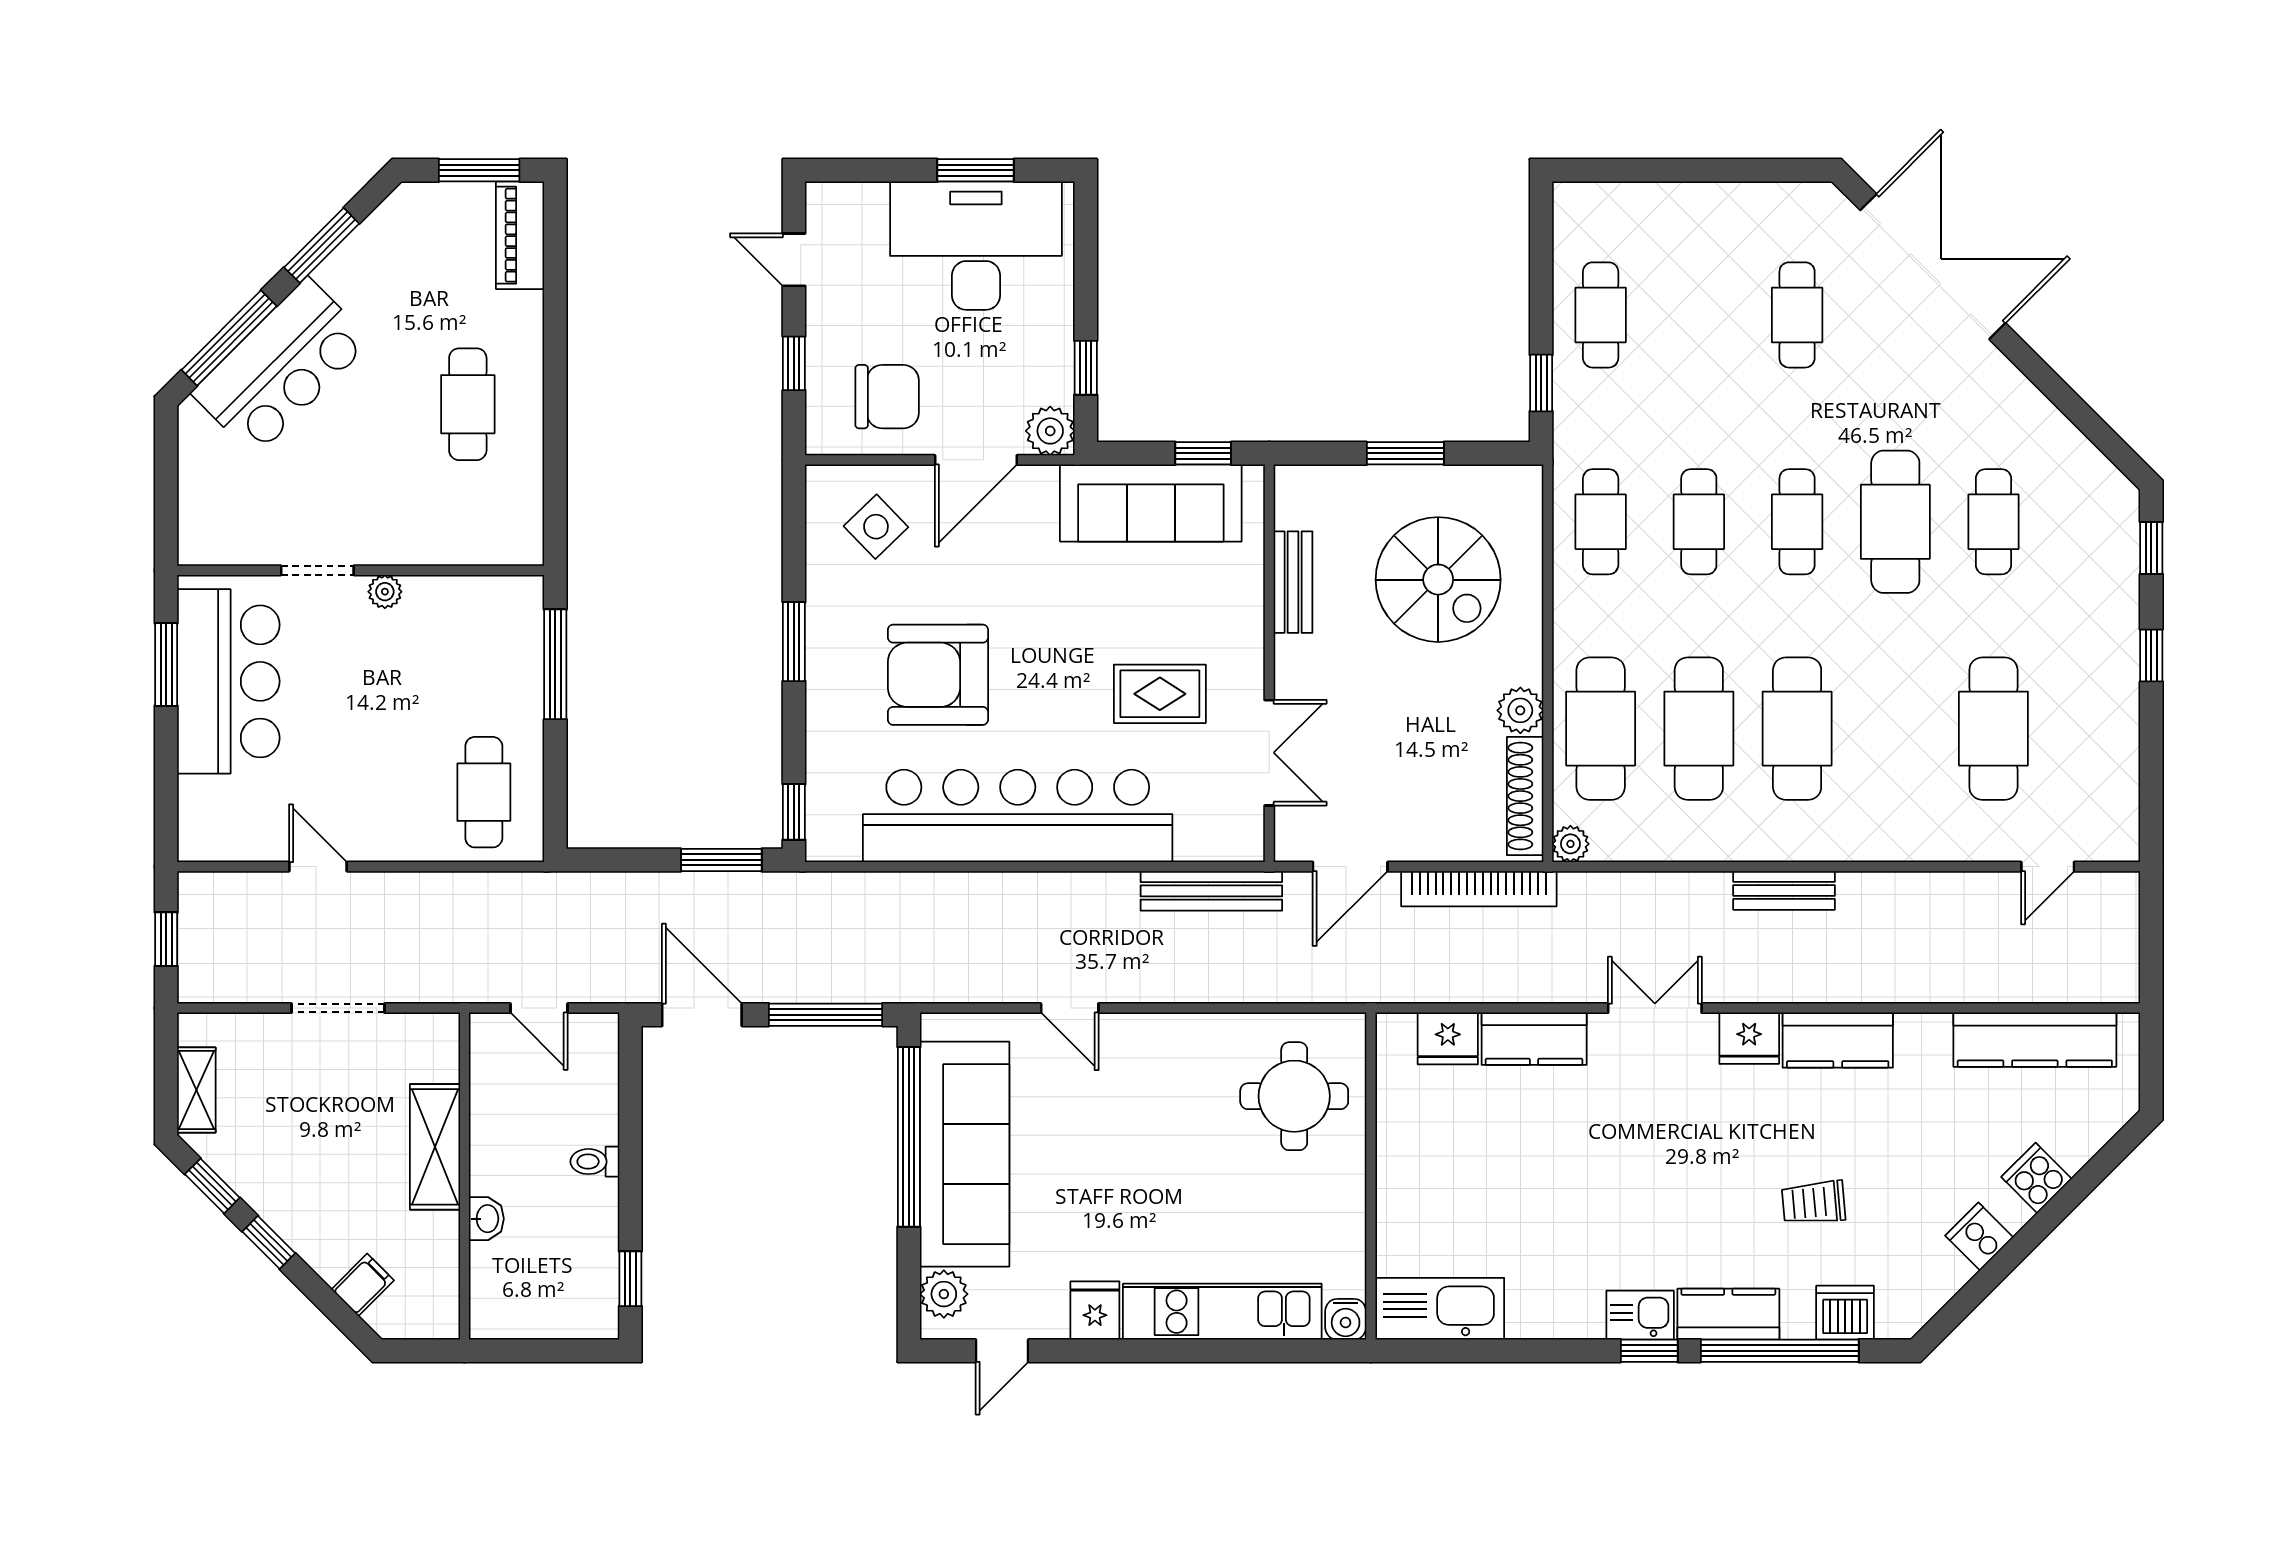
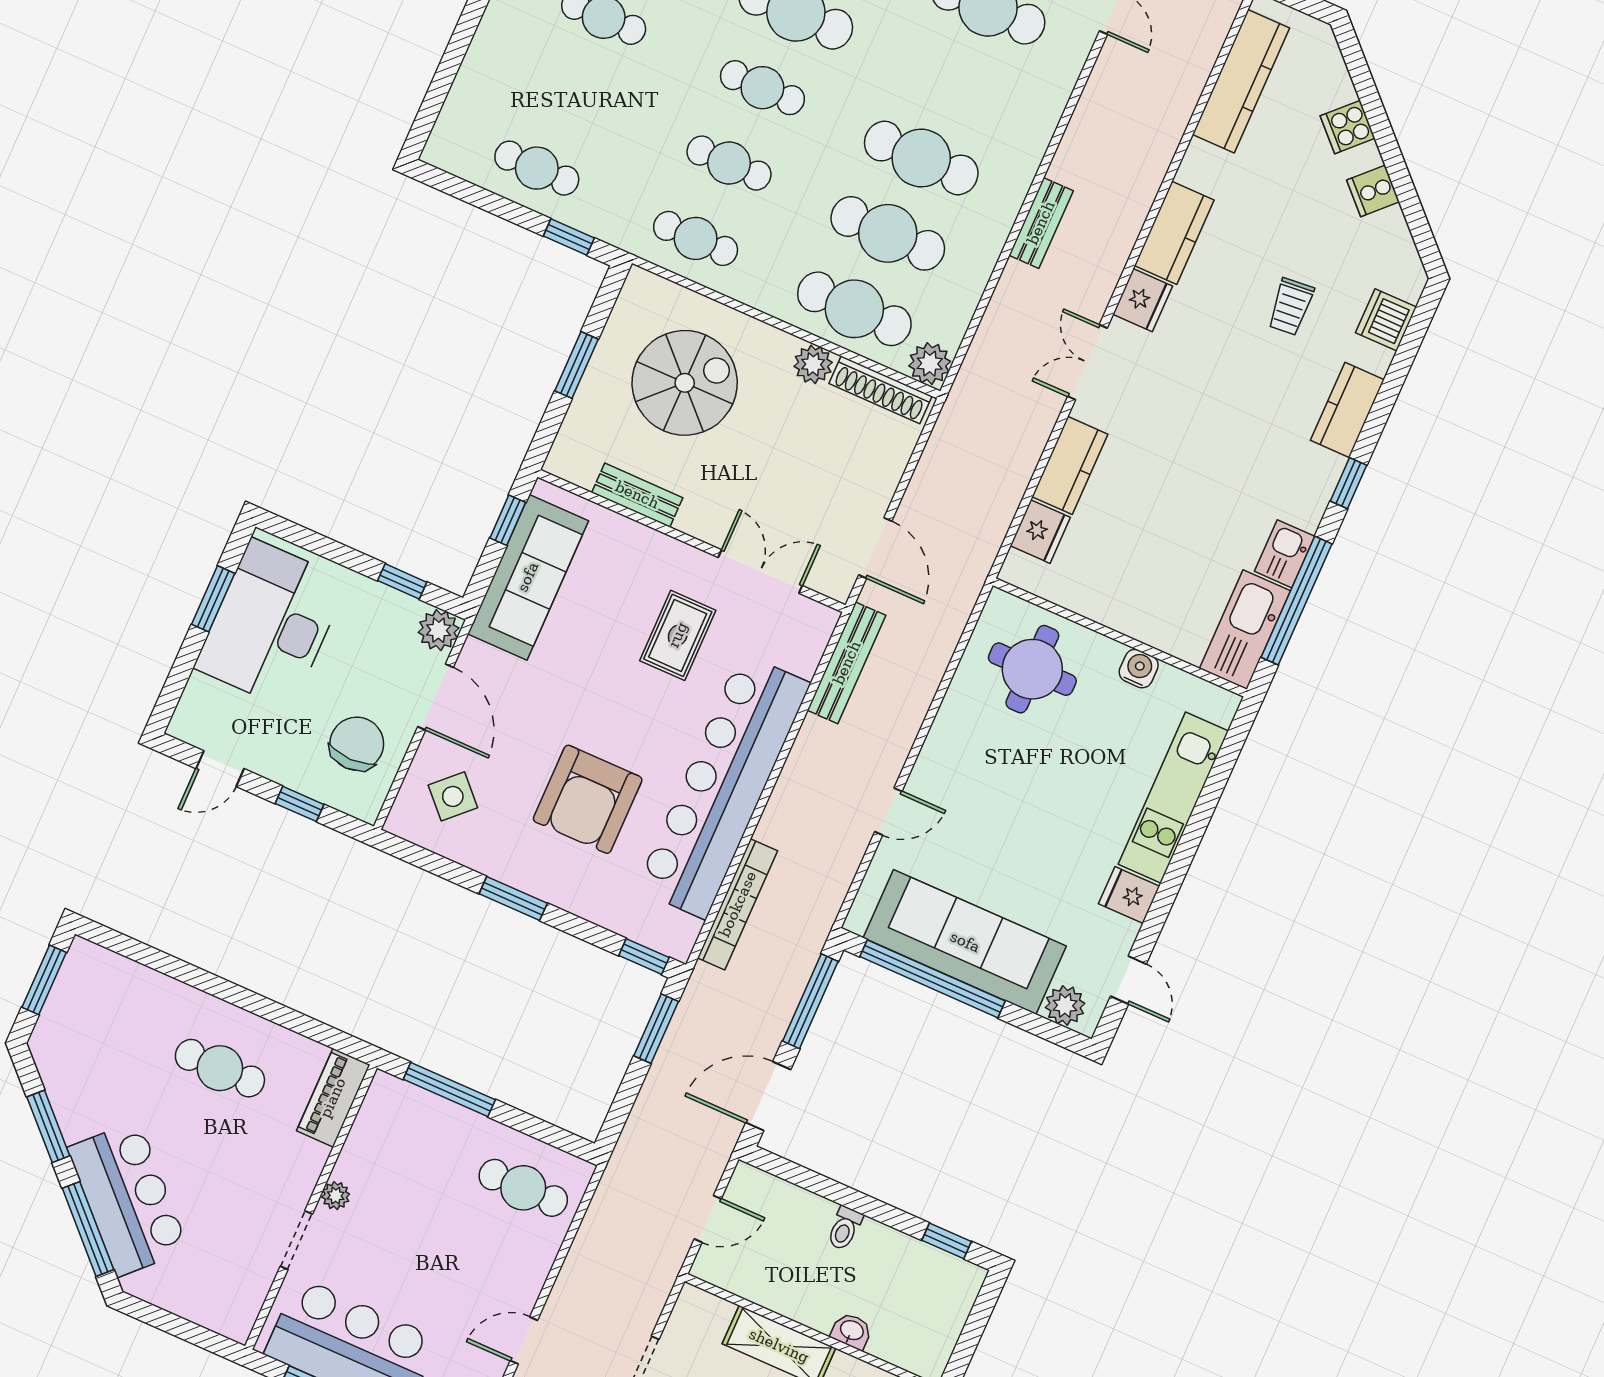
piano: (520, 235) -> (333, 1098), moved, turned 90
plant: (1570, 844) -> (930, 364), width x1.38, depth x1.38
bookcase: (1479, 889) -> (738, 904), moved
kitchen sink: (1640, 1315) -> (1285, 554), moved
water cooler: (1346, 1319) -> (1139, 669), moved, turned -90
window: (1780, 1351) -> (1297, 601), moved

